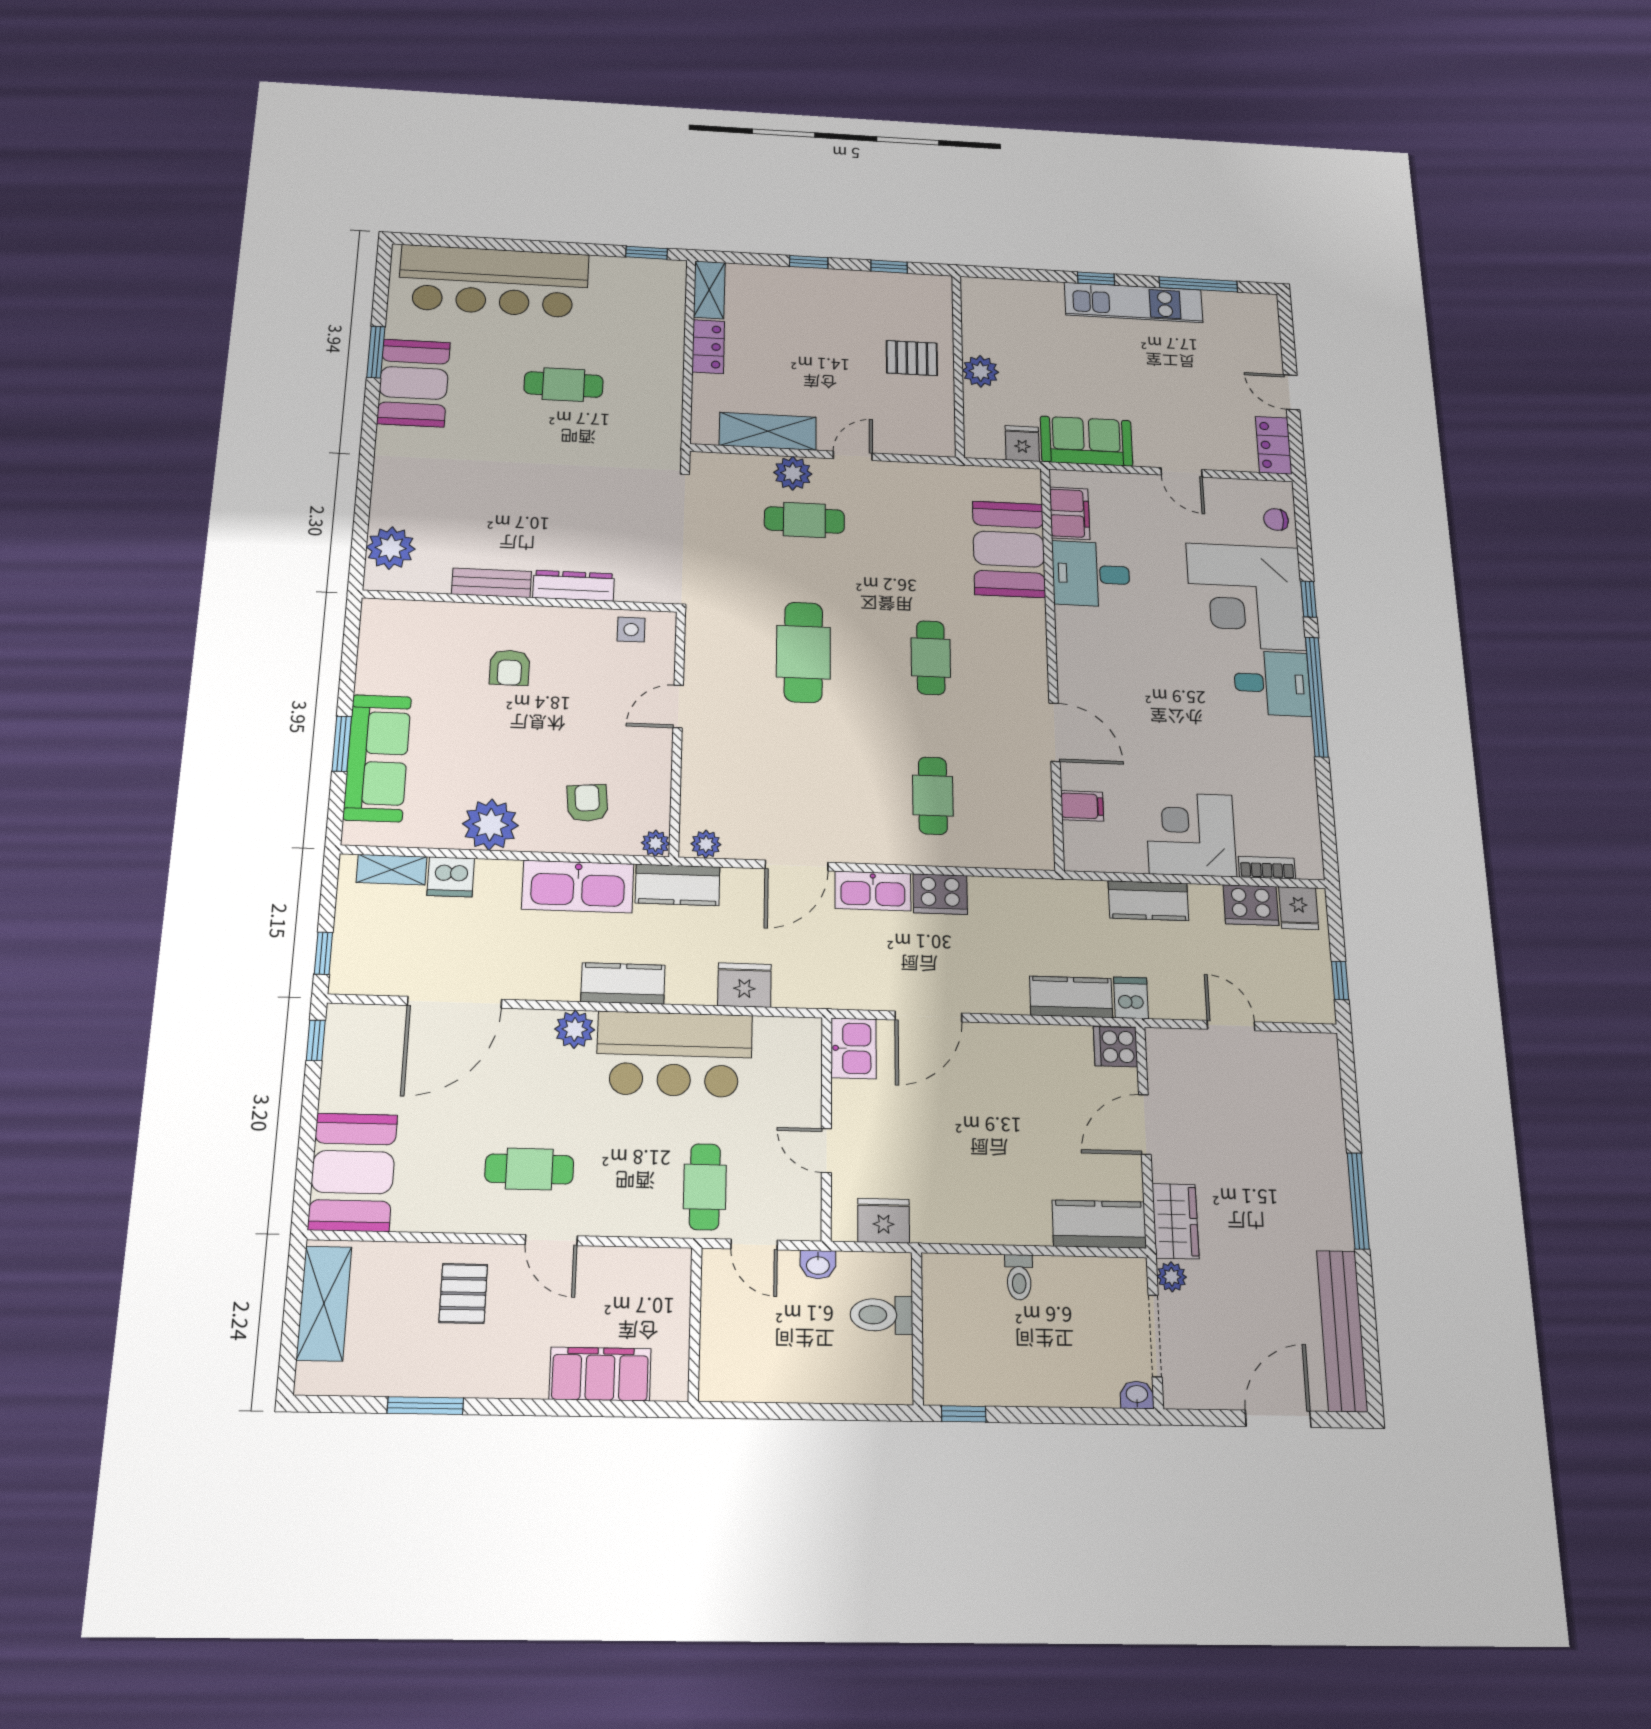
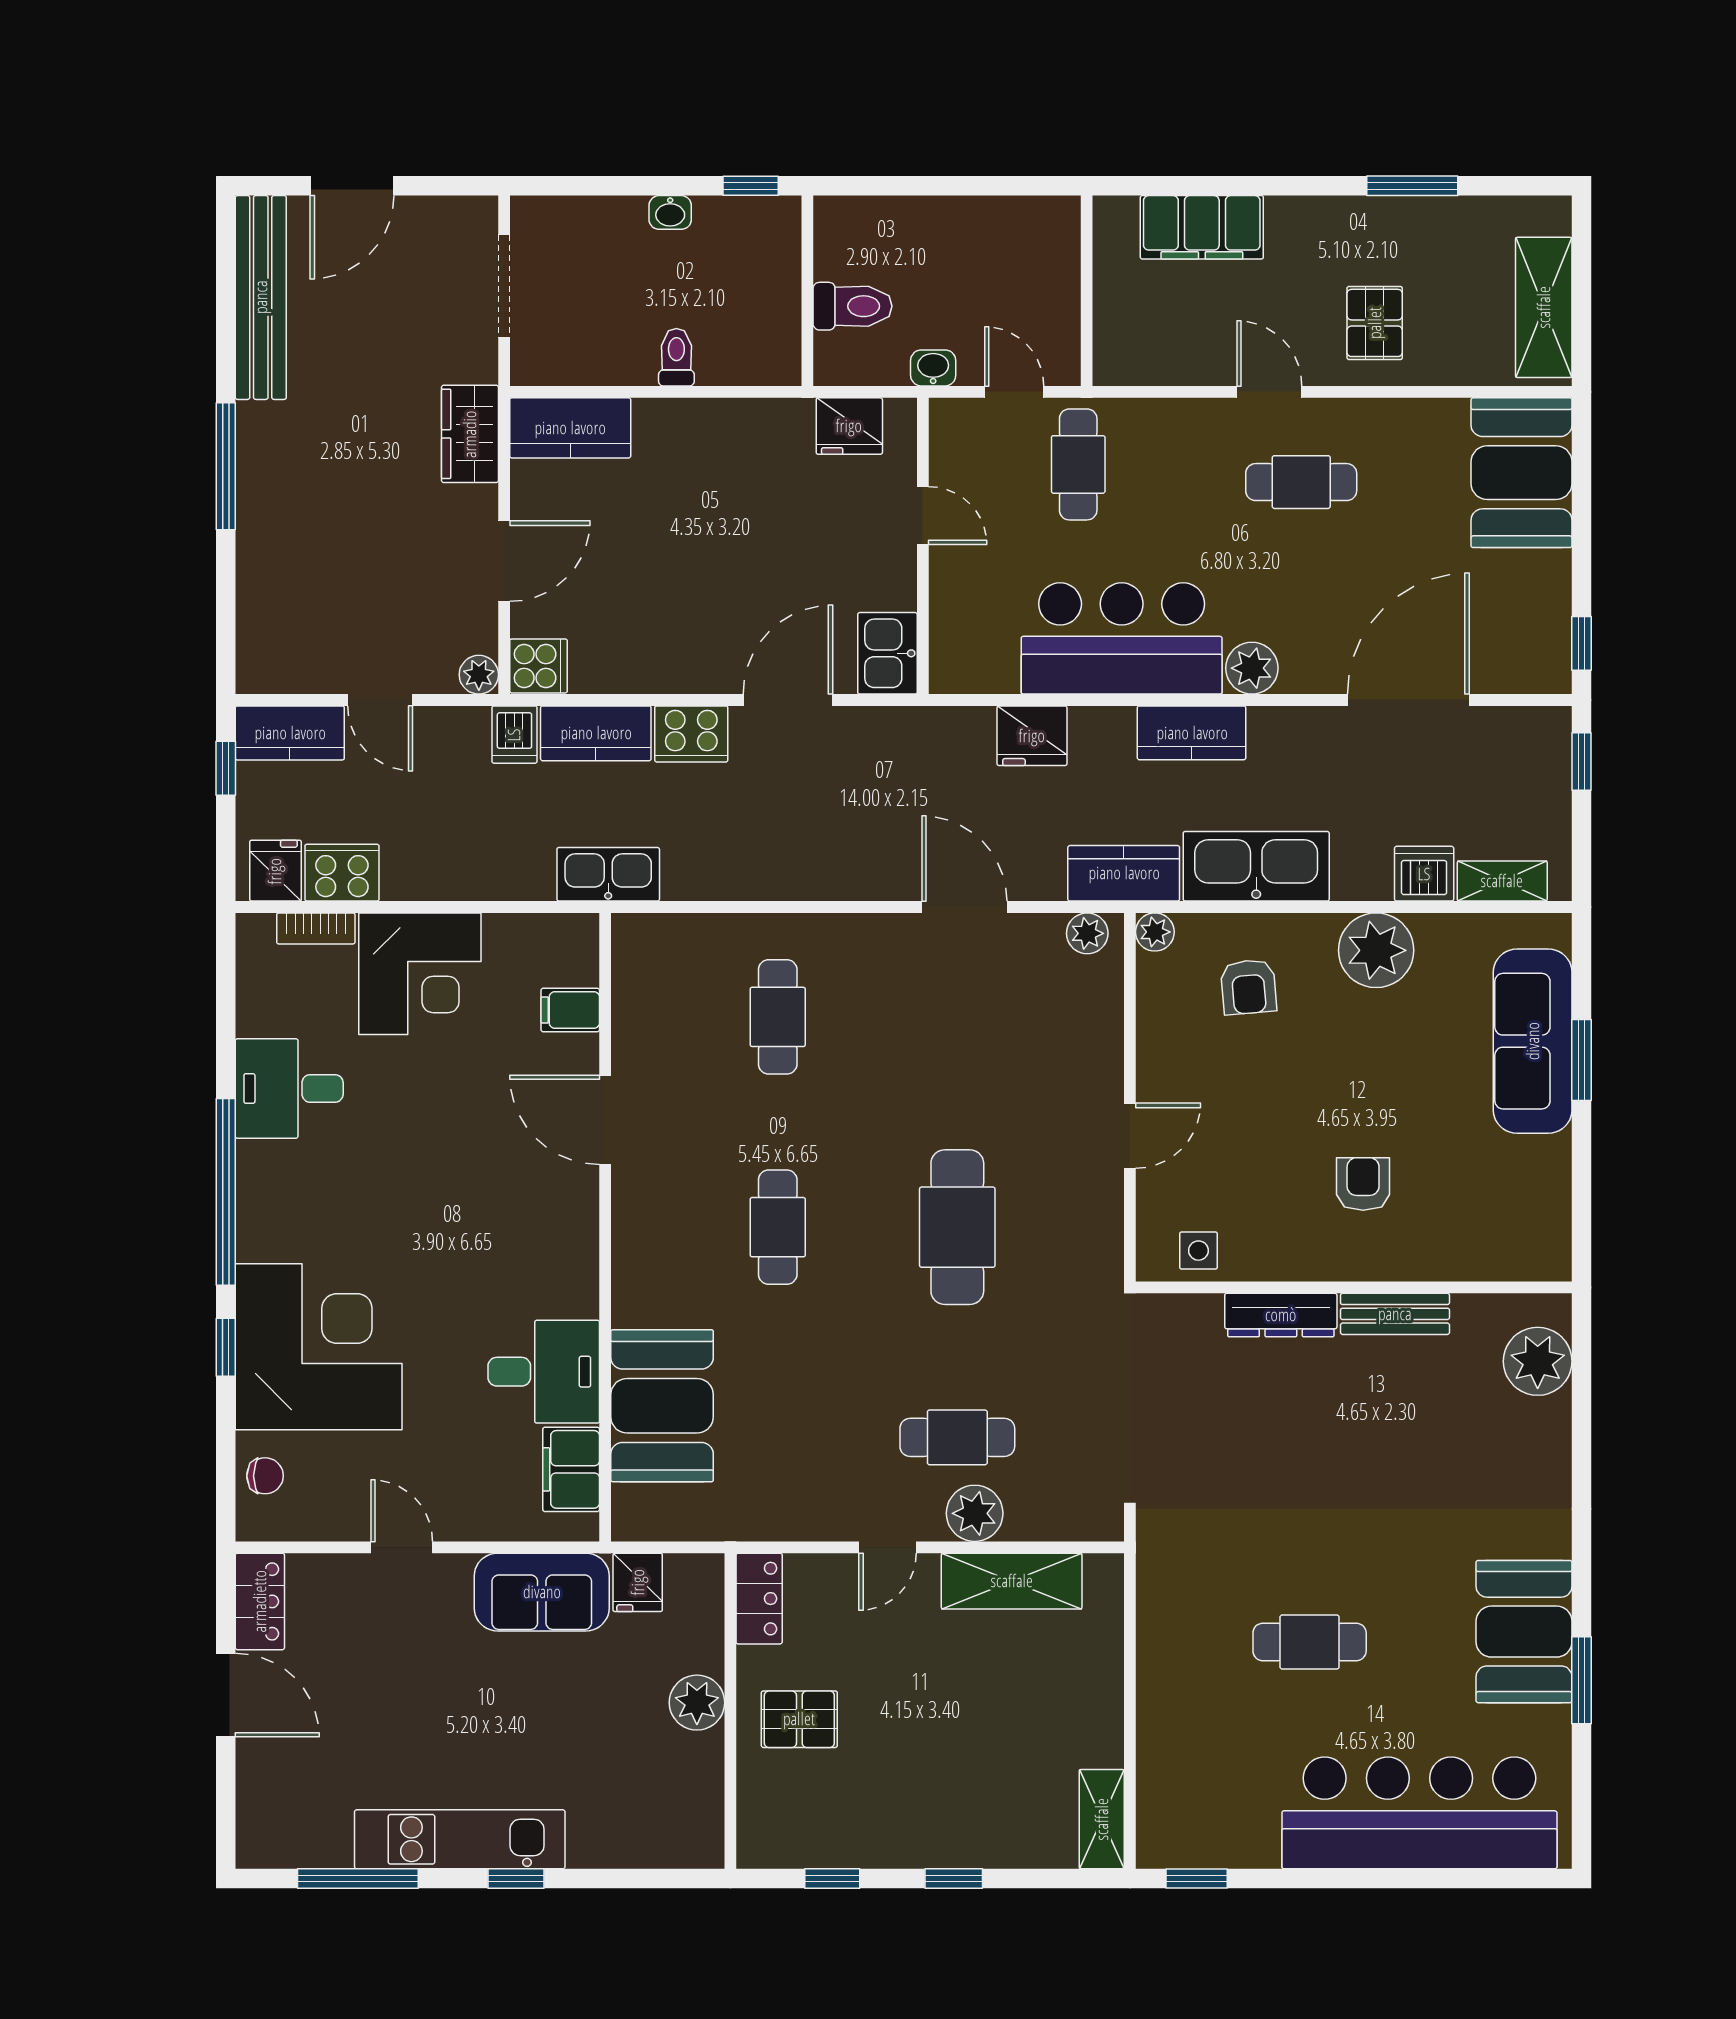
locker: (708, 347) -> (759, 1599), moved, turned 180
door: (1292, 392) -> (226, 1695), width x1.38
desk: (1272, 683) -> (289, 1088), moved
door: (797, 866) -> (964, 907), hinge flipped
kitchen sink: (873, 891) -> (608, 874), moved
cooker: (940, 894) -> (691, 734), moved, turned 180
kitchen counter: (1148, 901) -> (290, 733), moved, turned 180
plant: (1172, 1277) -> (479, 675), moved
washbasin: (1137, 1395) -> (670, 212), moved

